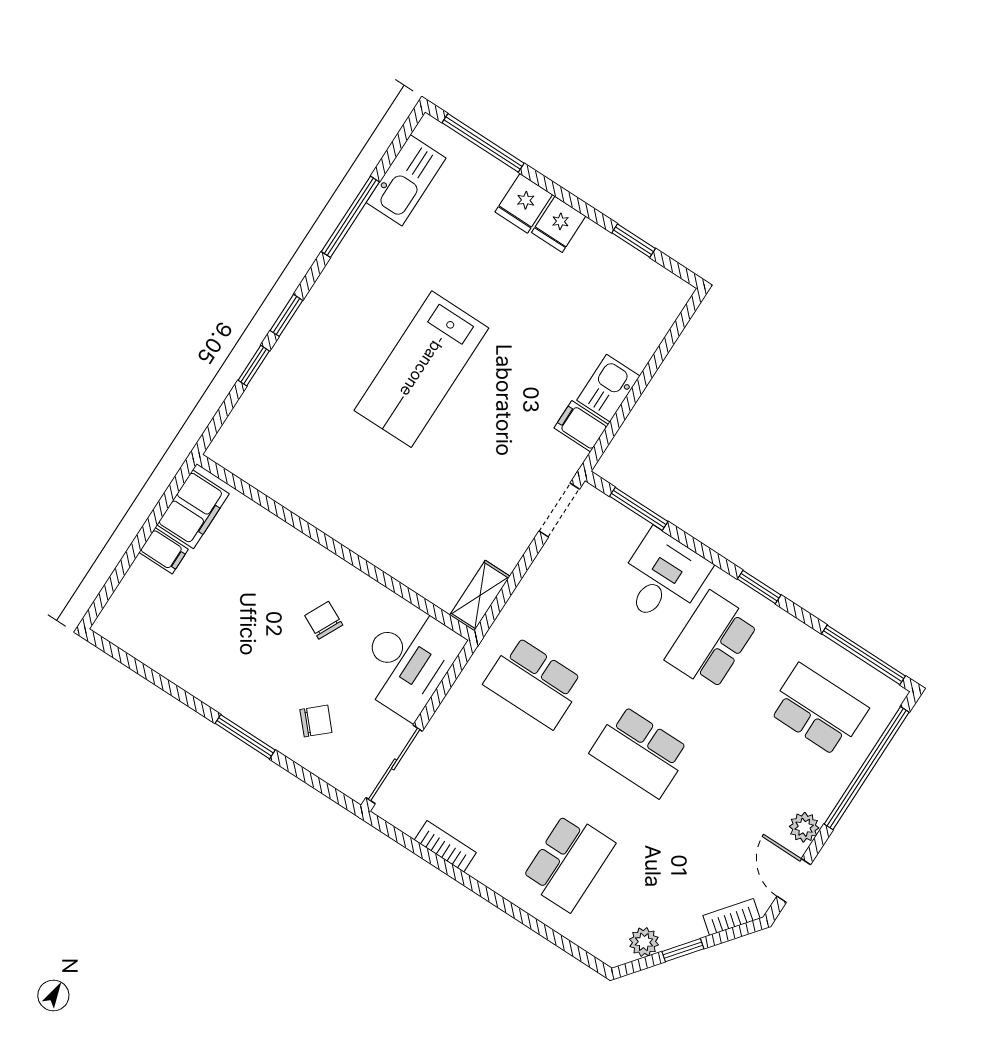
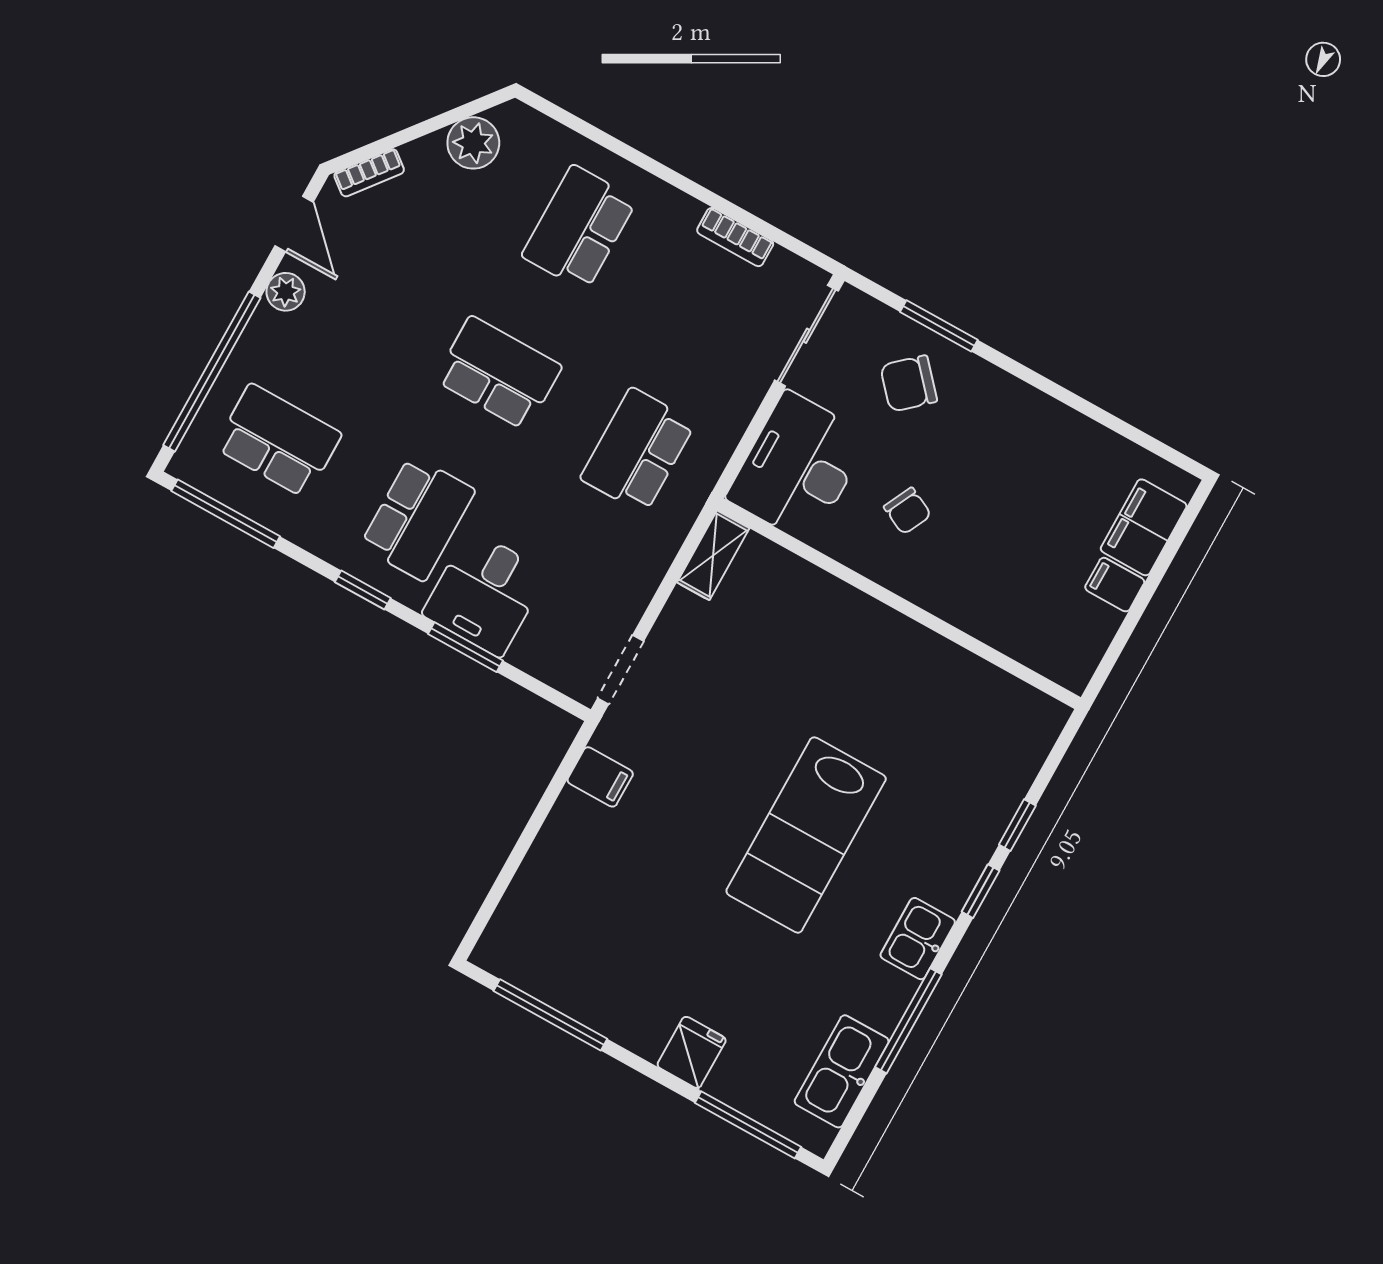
fridge: (559, 224) -> (646, 1029), removed
window: (634, 241) -> (550, 1015), width x2.17
lab bench: (421, 369) -> (806, 835), turned 180
kitchen sink: (608, 388) -> (918, 939), moved, turned 180
filing cabinet: (193, 509) -> (1144, 527), moved
window: (639, 509) -> (465, 647), moved
school desk: (534, 682) -> (638, 451), turned -90
school desk: (818, 710) -> (278, 441), turned 180
chair: (316, 721) -> (909, 384), width x1.37, depth x1.37
window: (245, 737) -> (939, 326), moved
plant: (644, 942) -> (473, 143), width x1.38, depth x1.38
window: (683, 950) -> (427, 127), removed

